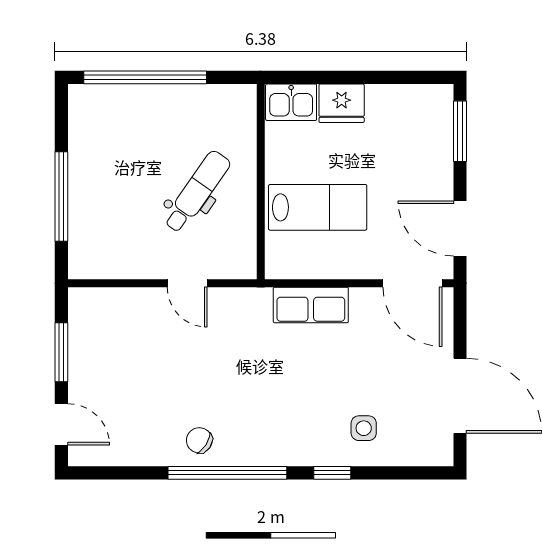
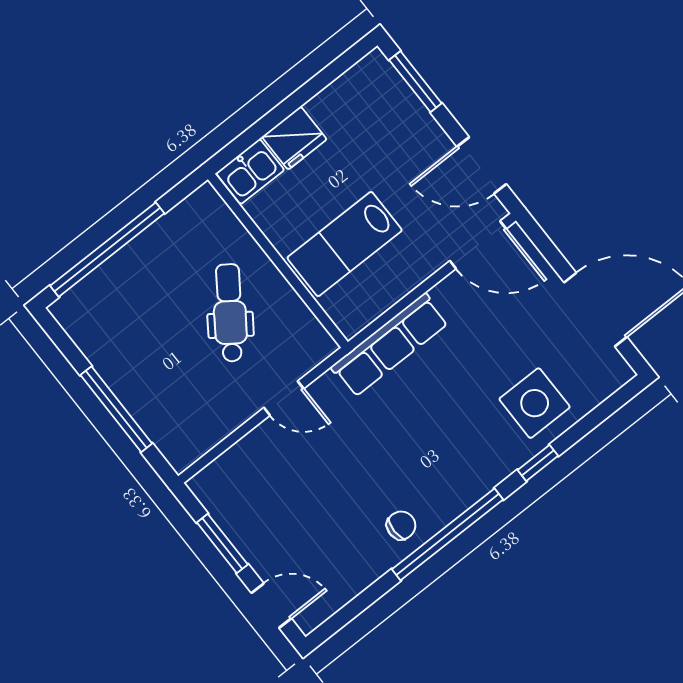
lab bench: (318, 207) -> (345, 244), turned 180
row of seats: (311, 305) -> (390, 345), width x1.48
side table: (364, 428) -> (535, 403), width x1.87, depth x1.87
chair: (199, 440) -> (401, 525), turned 147

